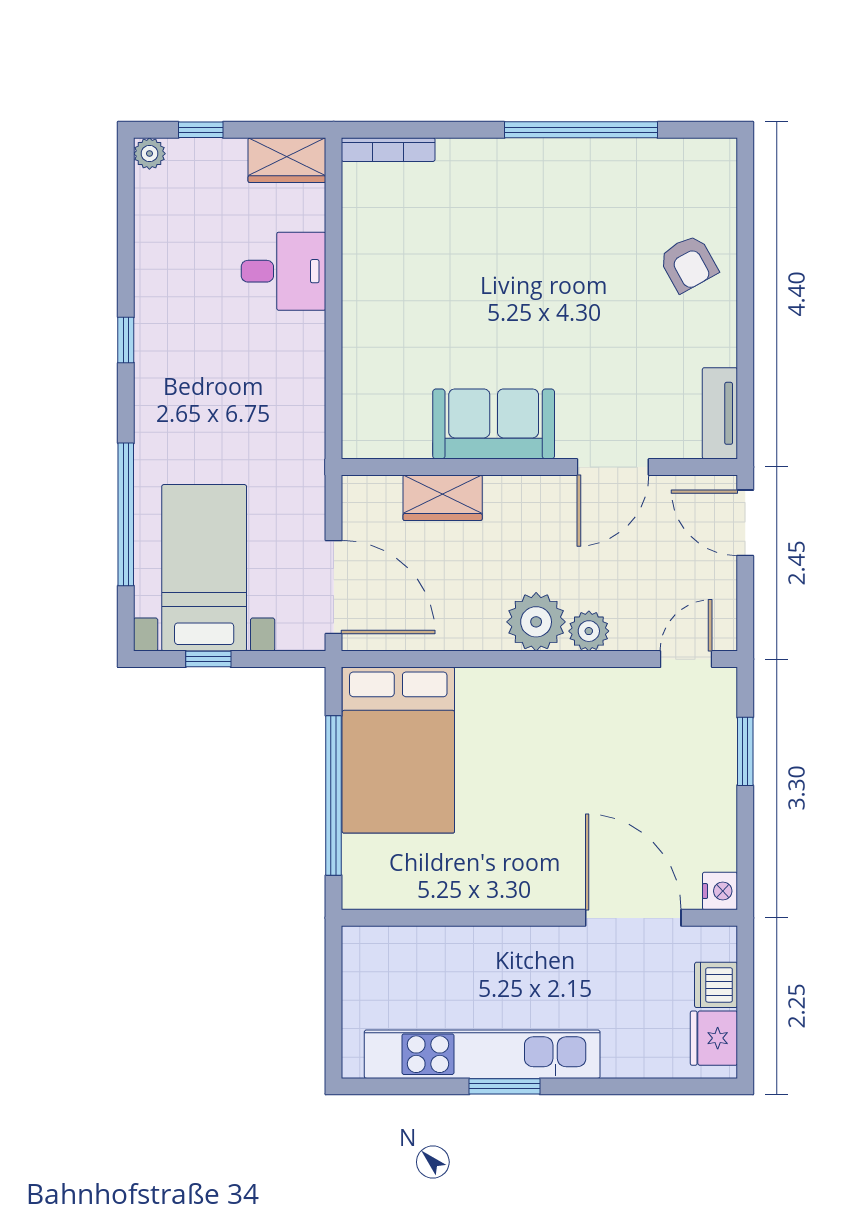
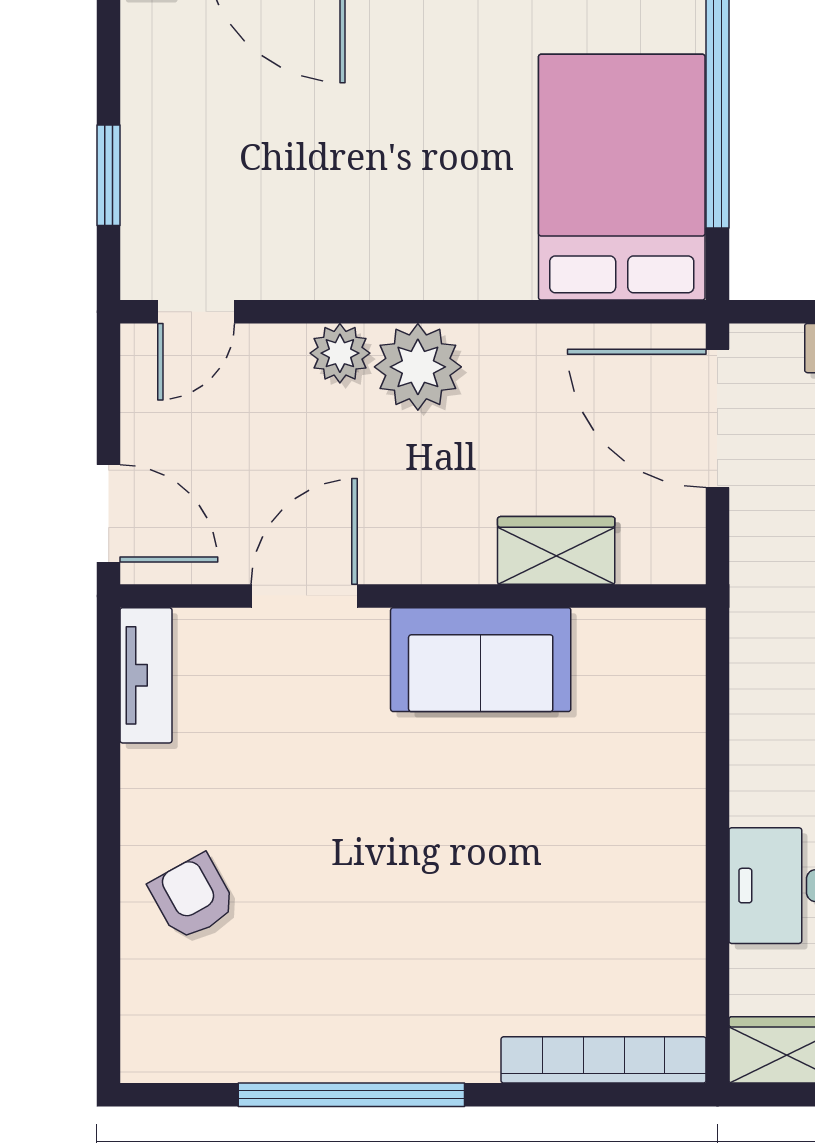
bookcase: (388, 150) -> (604, 1060), width x1.48, depth x1.31

